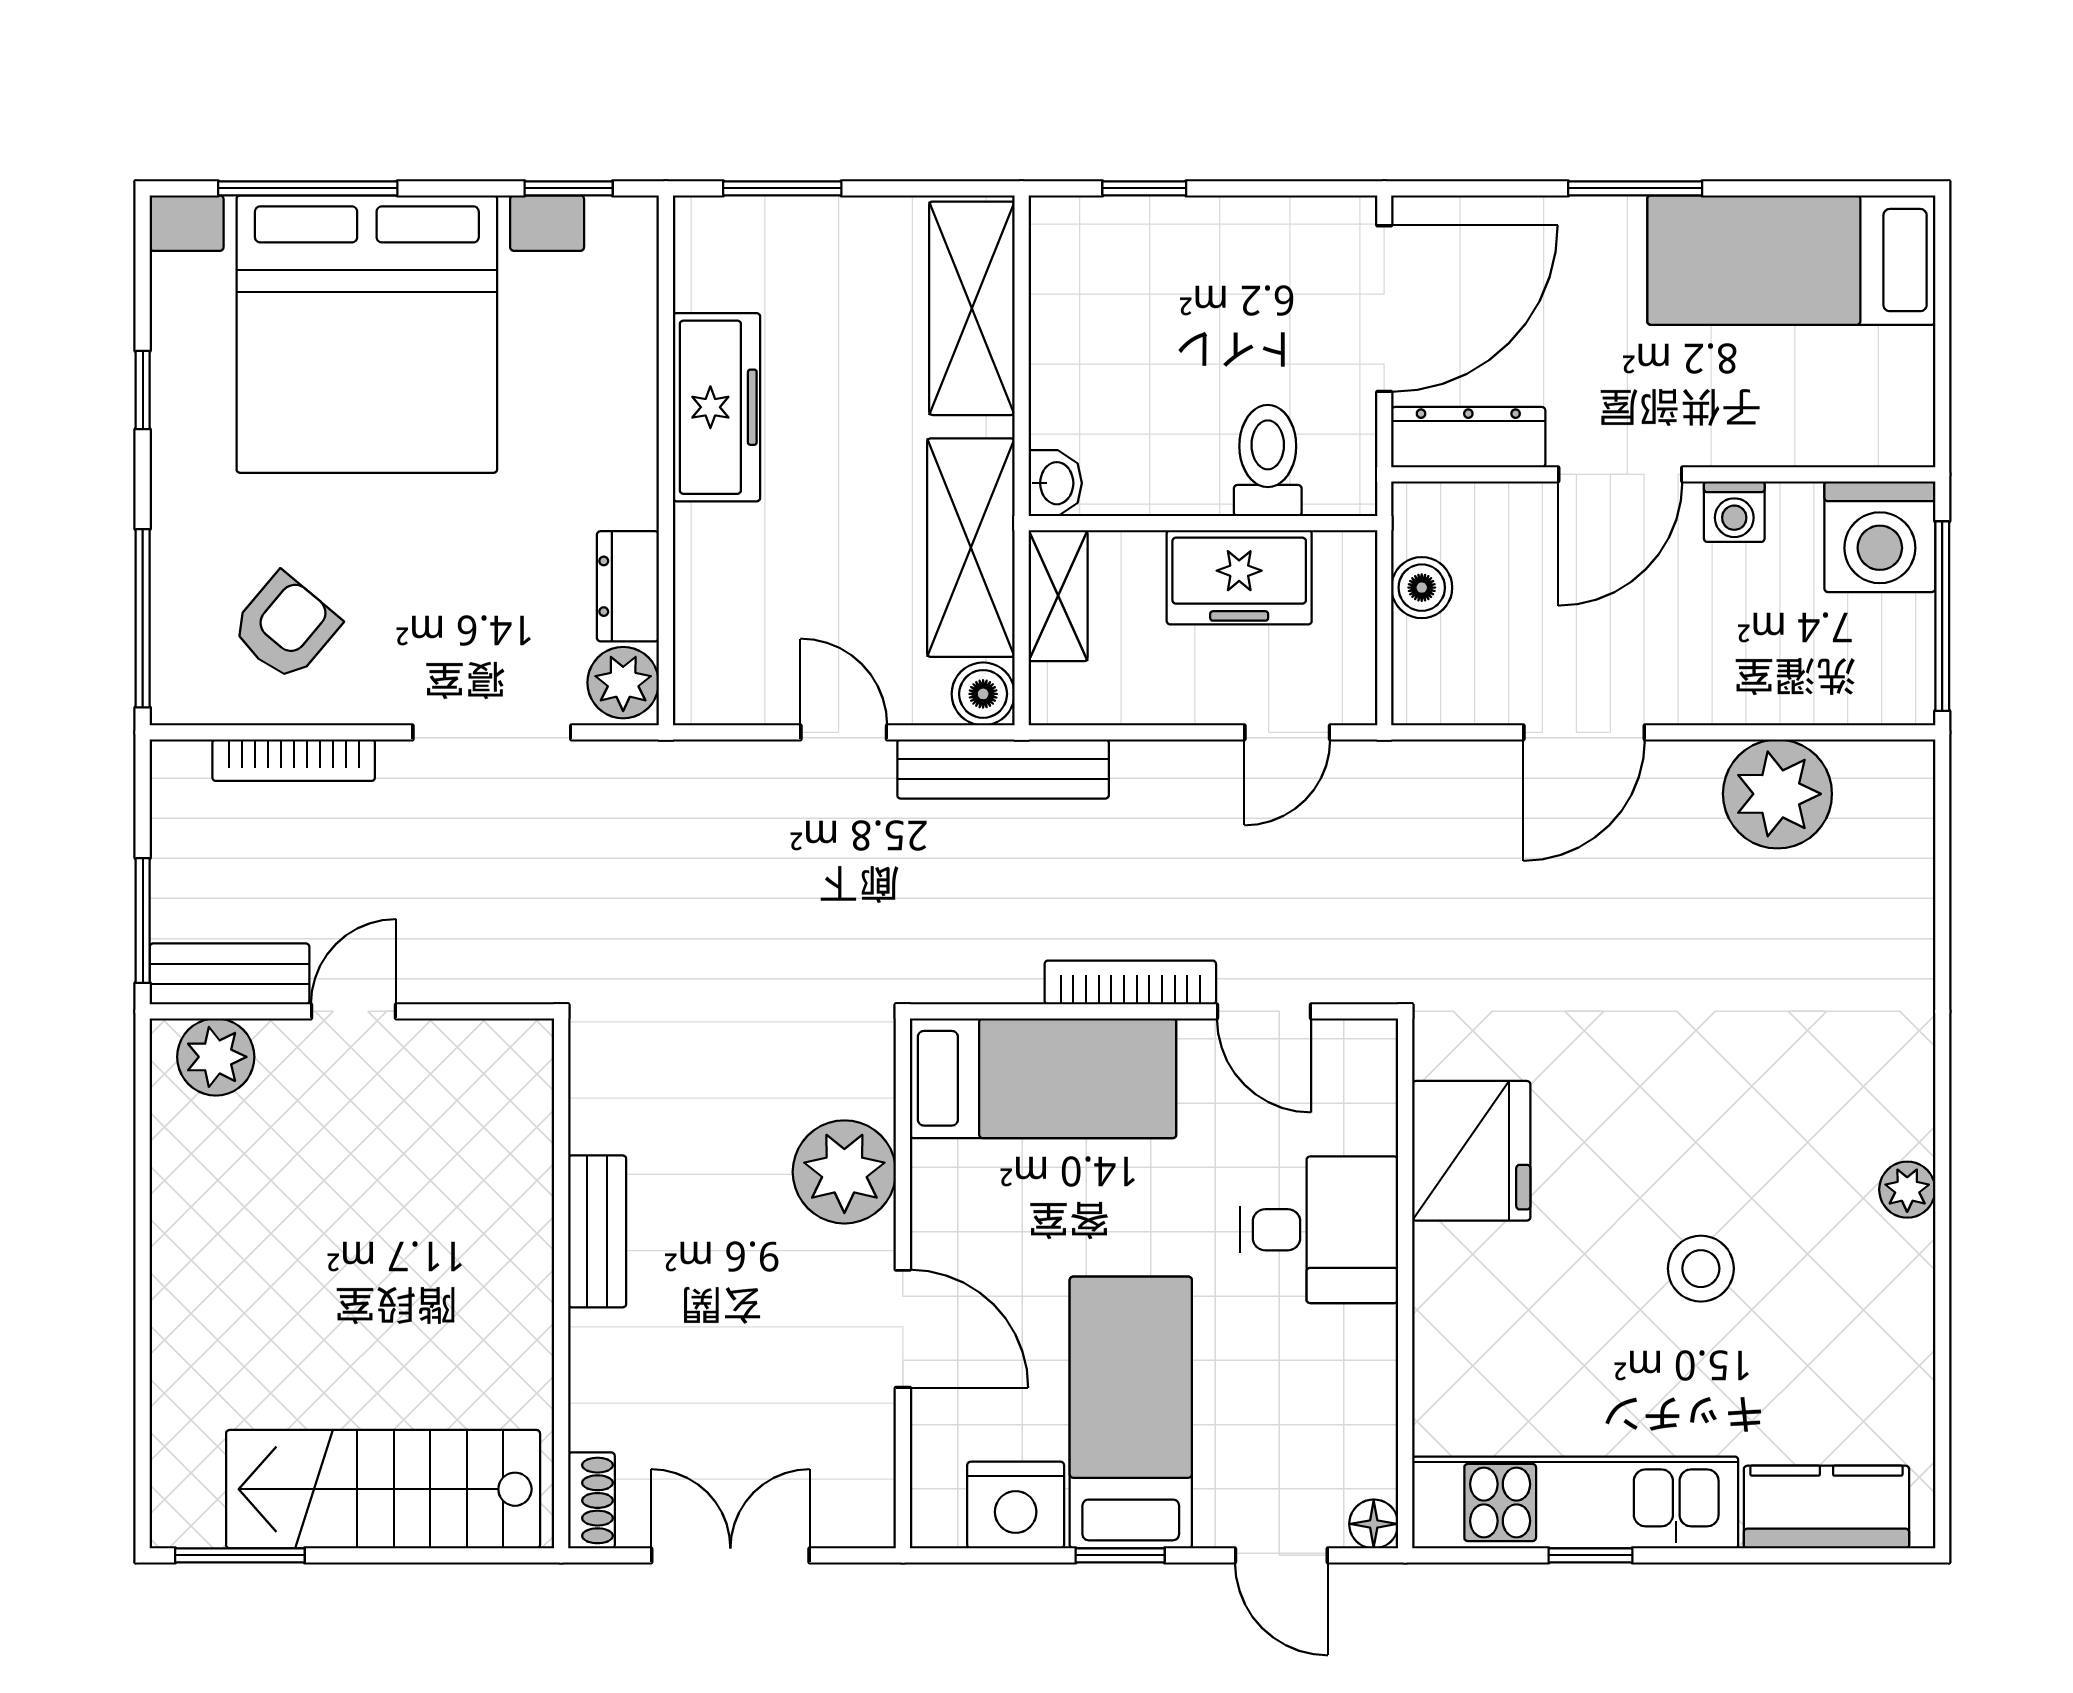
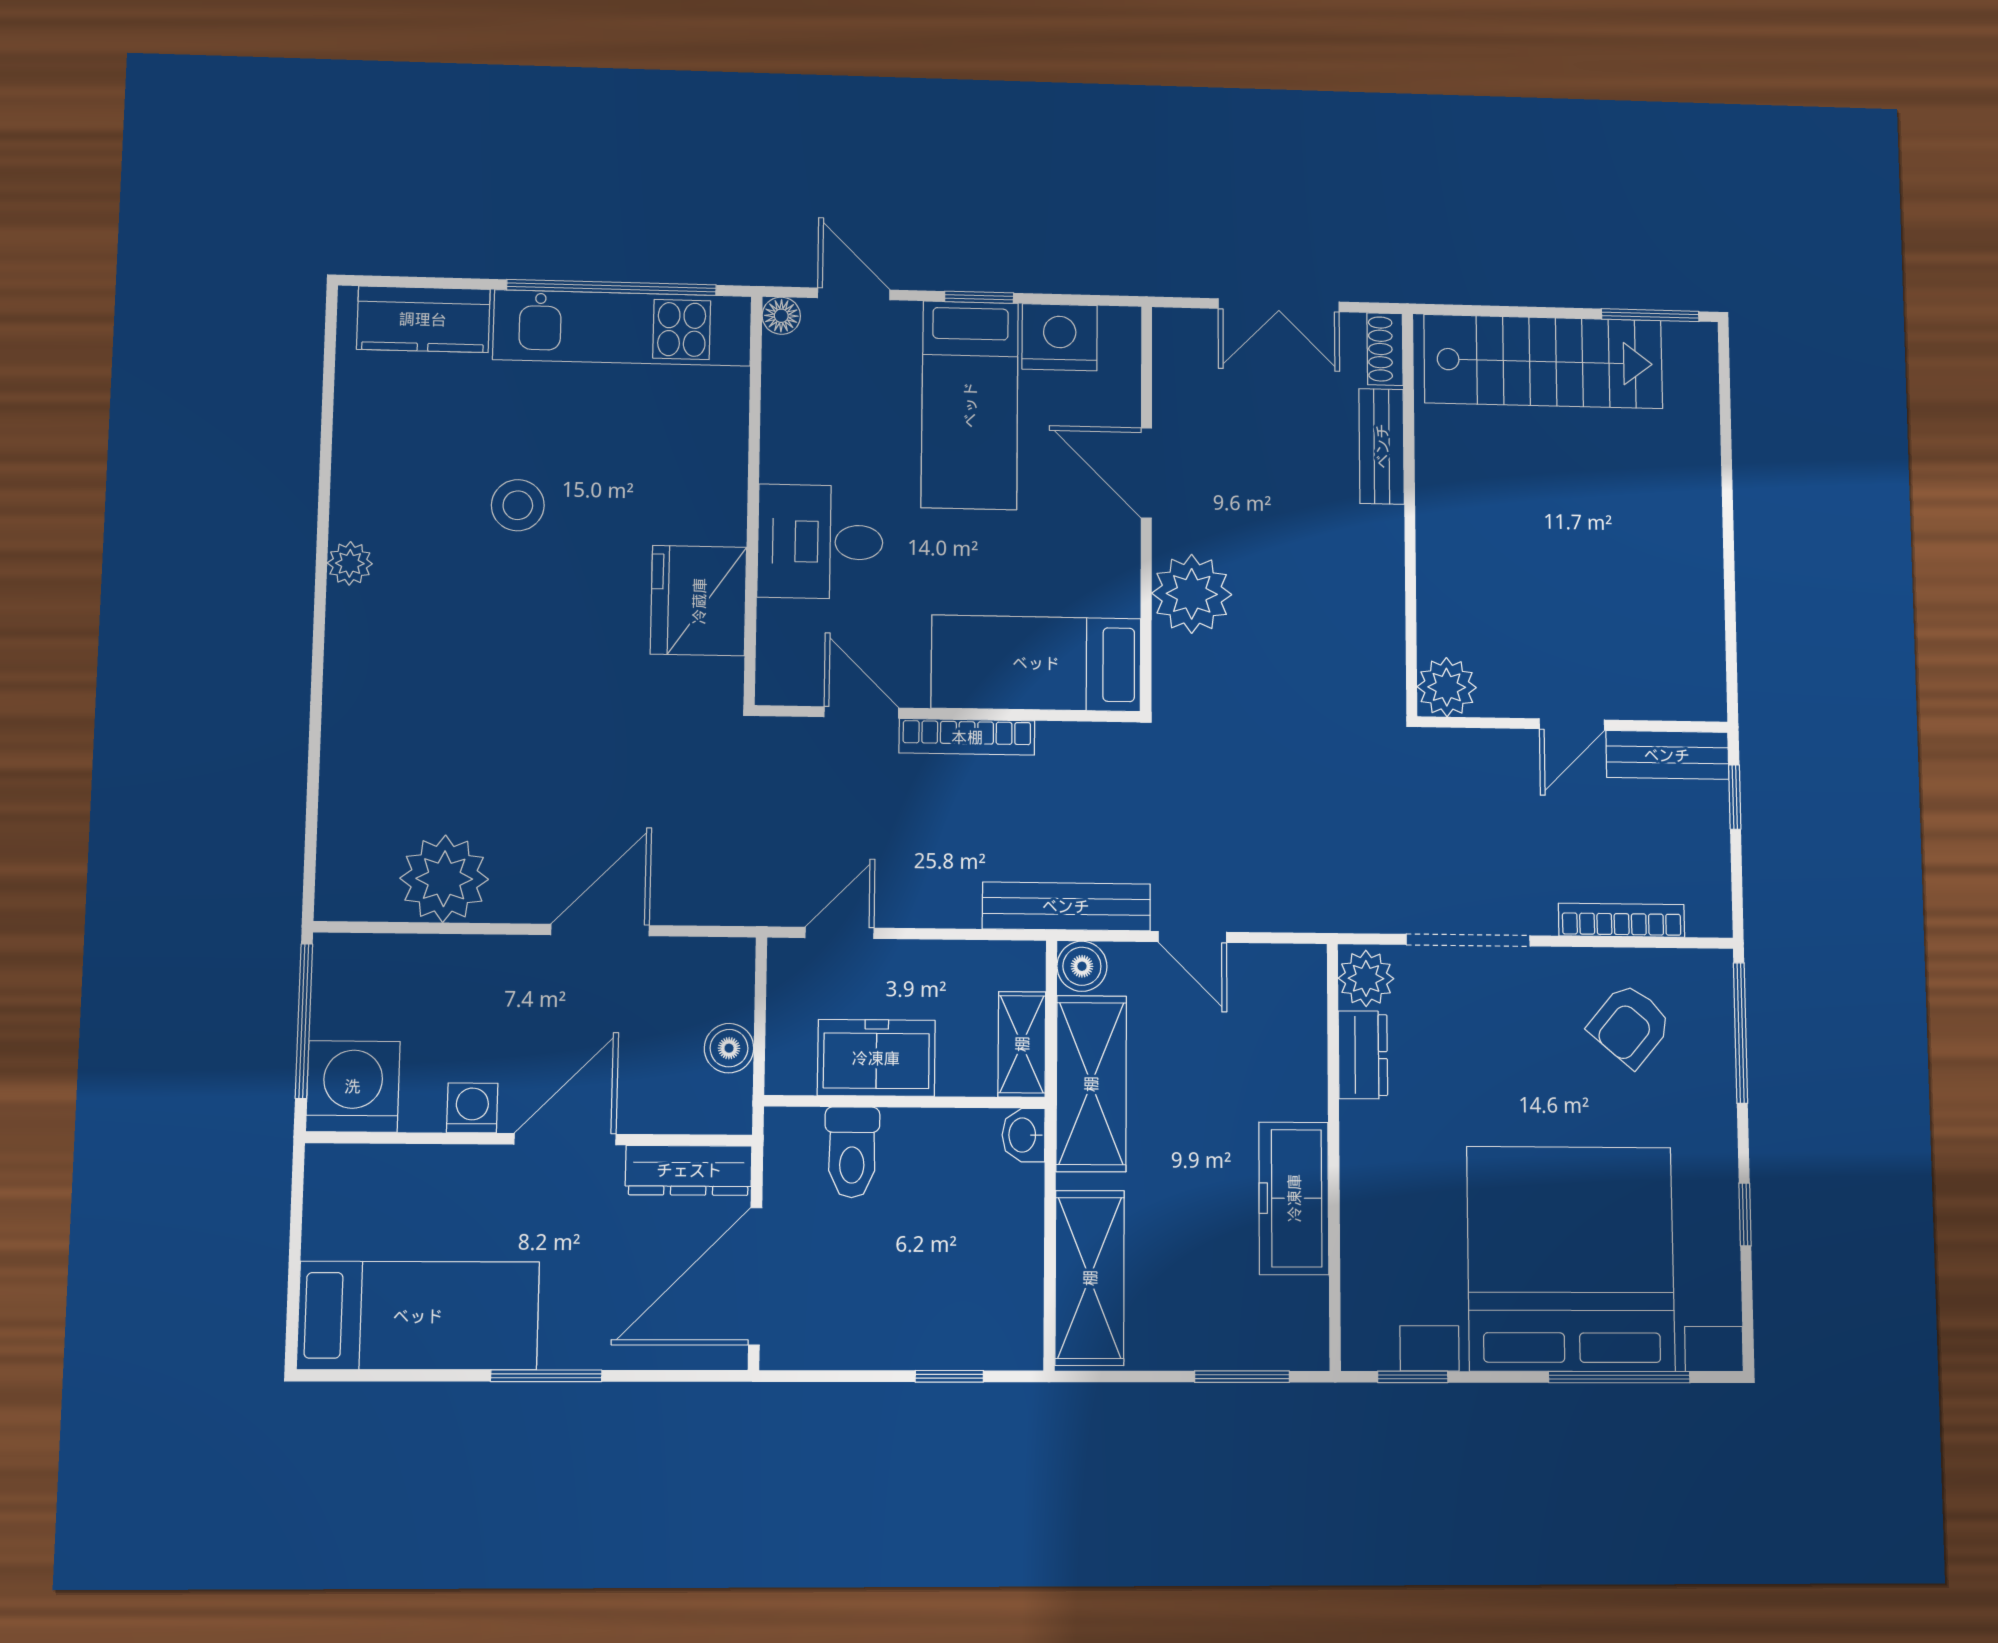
window: (143, 921) -> (1735, 797), width x0.67
plant: (216, 1057) -> (1447, 687), moved
bench: (597, 1231) -> (1382, 446), moved
window: (1590, 1555) -> (612, 287), width x3.17

